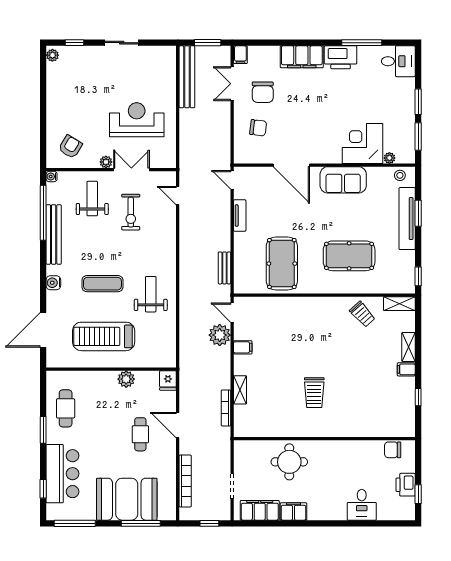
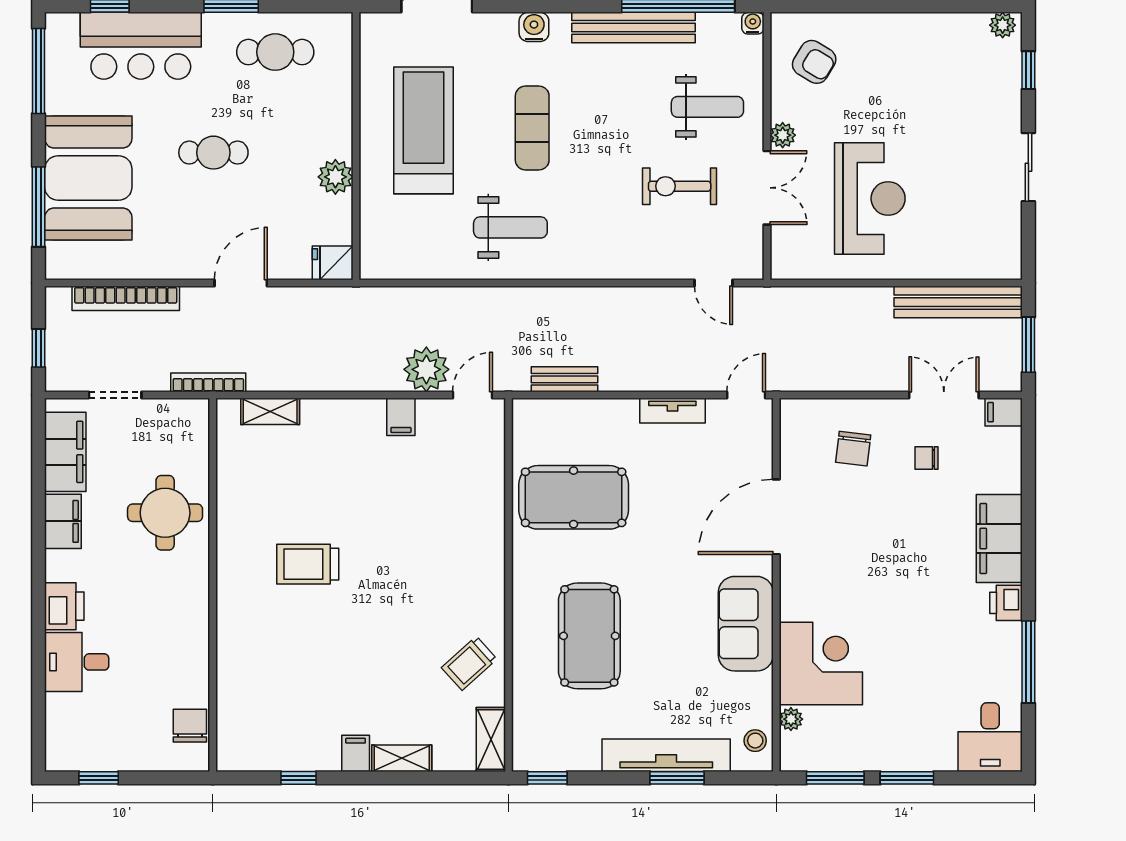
printer: (341, 57) -> (1006, 603), width x0.53, depth x0.68
chair: (263, 92) -> (927, 458), width x0.54, depth x0.54
door: (178, 196) -> (713, 283), swing flipped
shelving: (240, 390) -> (270, 411), moved
bookcase: (226, 408) -> (208, 382), moved
cafe table: (140, 434) -> (213, 153), moved
printer: (406, 485) -> (64, 606), moved, turned 90

